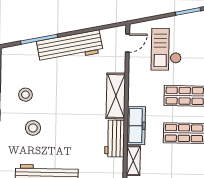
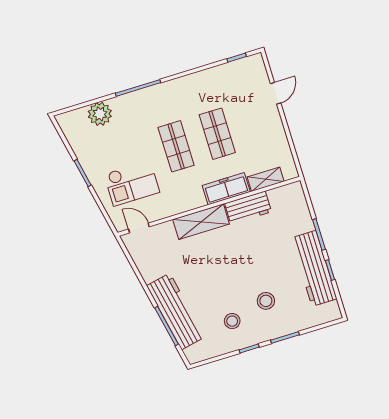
workbench: (70, 47) -> (176, 311), moved

